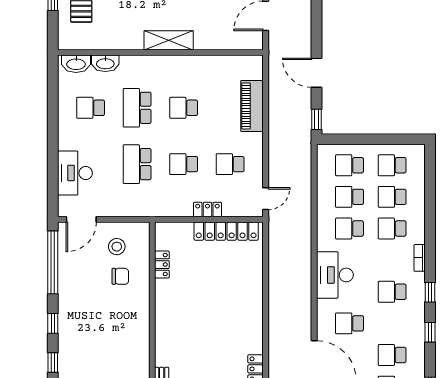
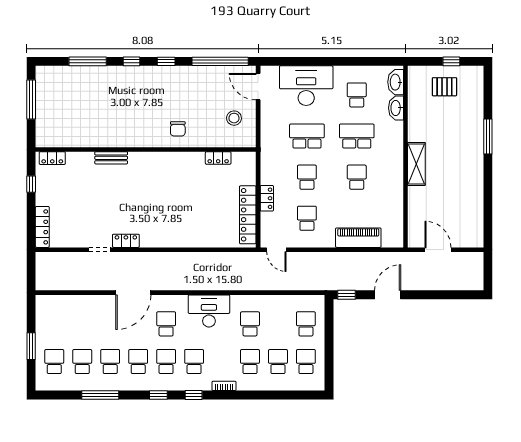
desk: (75, 173) -> (306, 86), width x1.36, depth x1.30
school desk: (350, 197) -> (166, 362), moved
chair: (120, 276) -> (178, 129), moved

